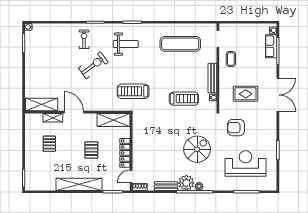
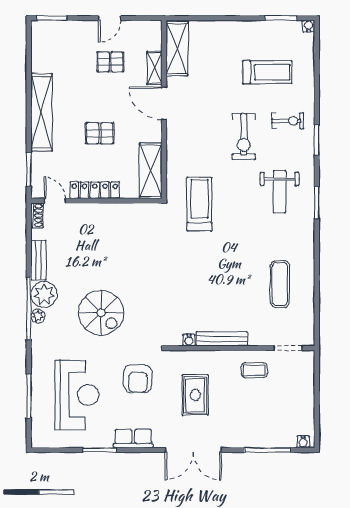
exercise mat: (180, 44) -> (280, 284), width x0.73, depth x0.69
row of seats: (271, 46) -> (133, 438), moved
exercise bike: (93, 65) -> (244, 136), turned 37
treadmill: (184, 99) -> (267, 72), moved, turned -90
door: (74, 112) -> (164, 103), swing flipped
armchair: (236, 128) -> (138, 379), turned 180
door: (24, 144) -> (110, 18), added

